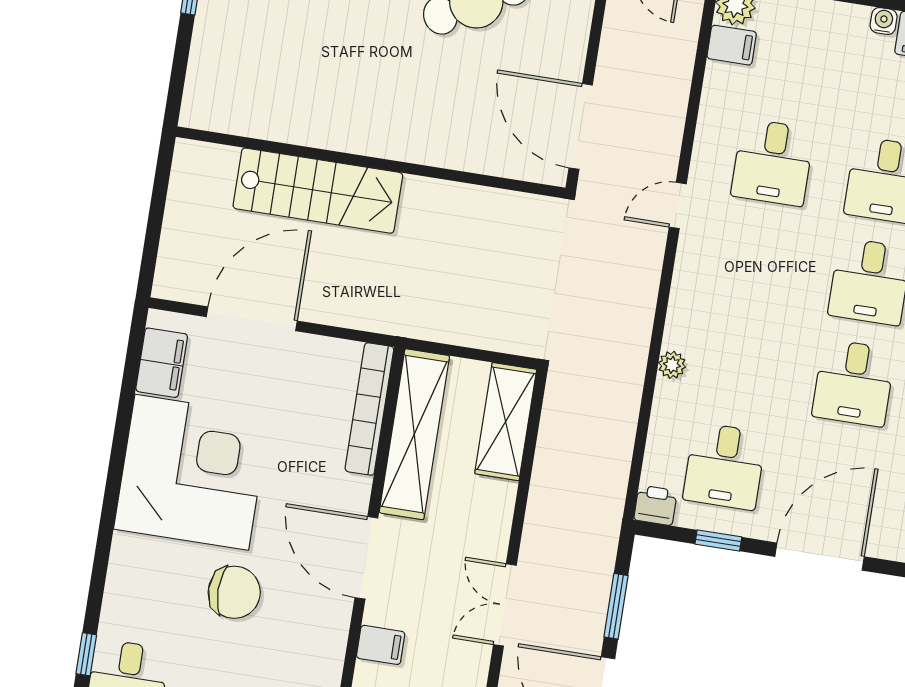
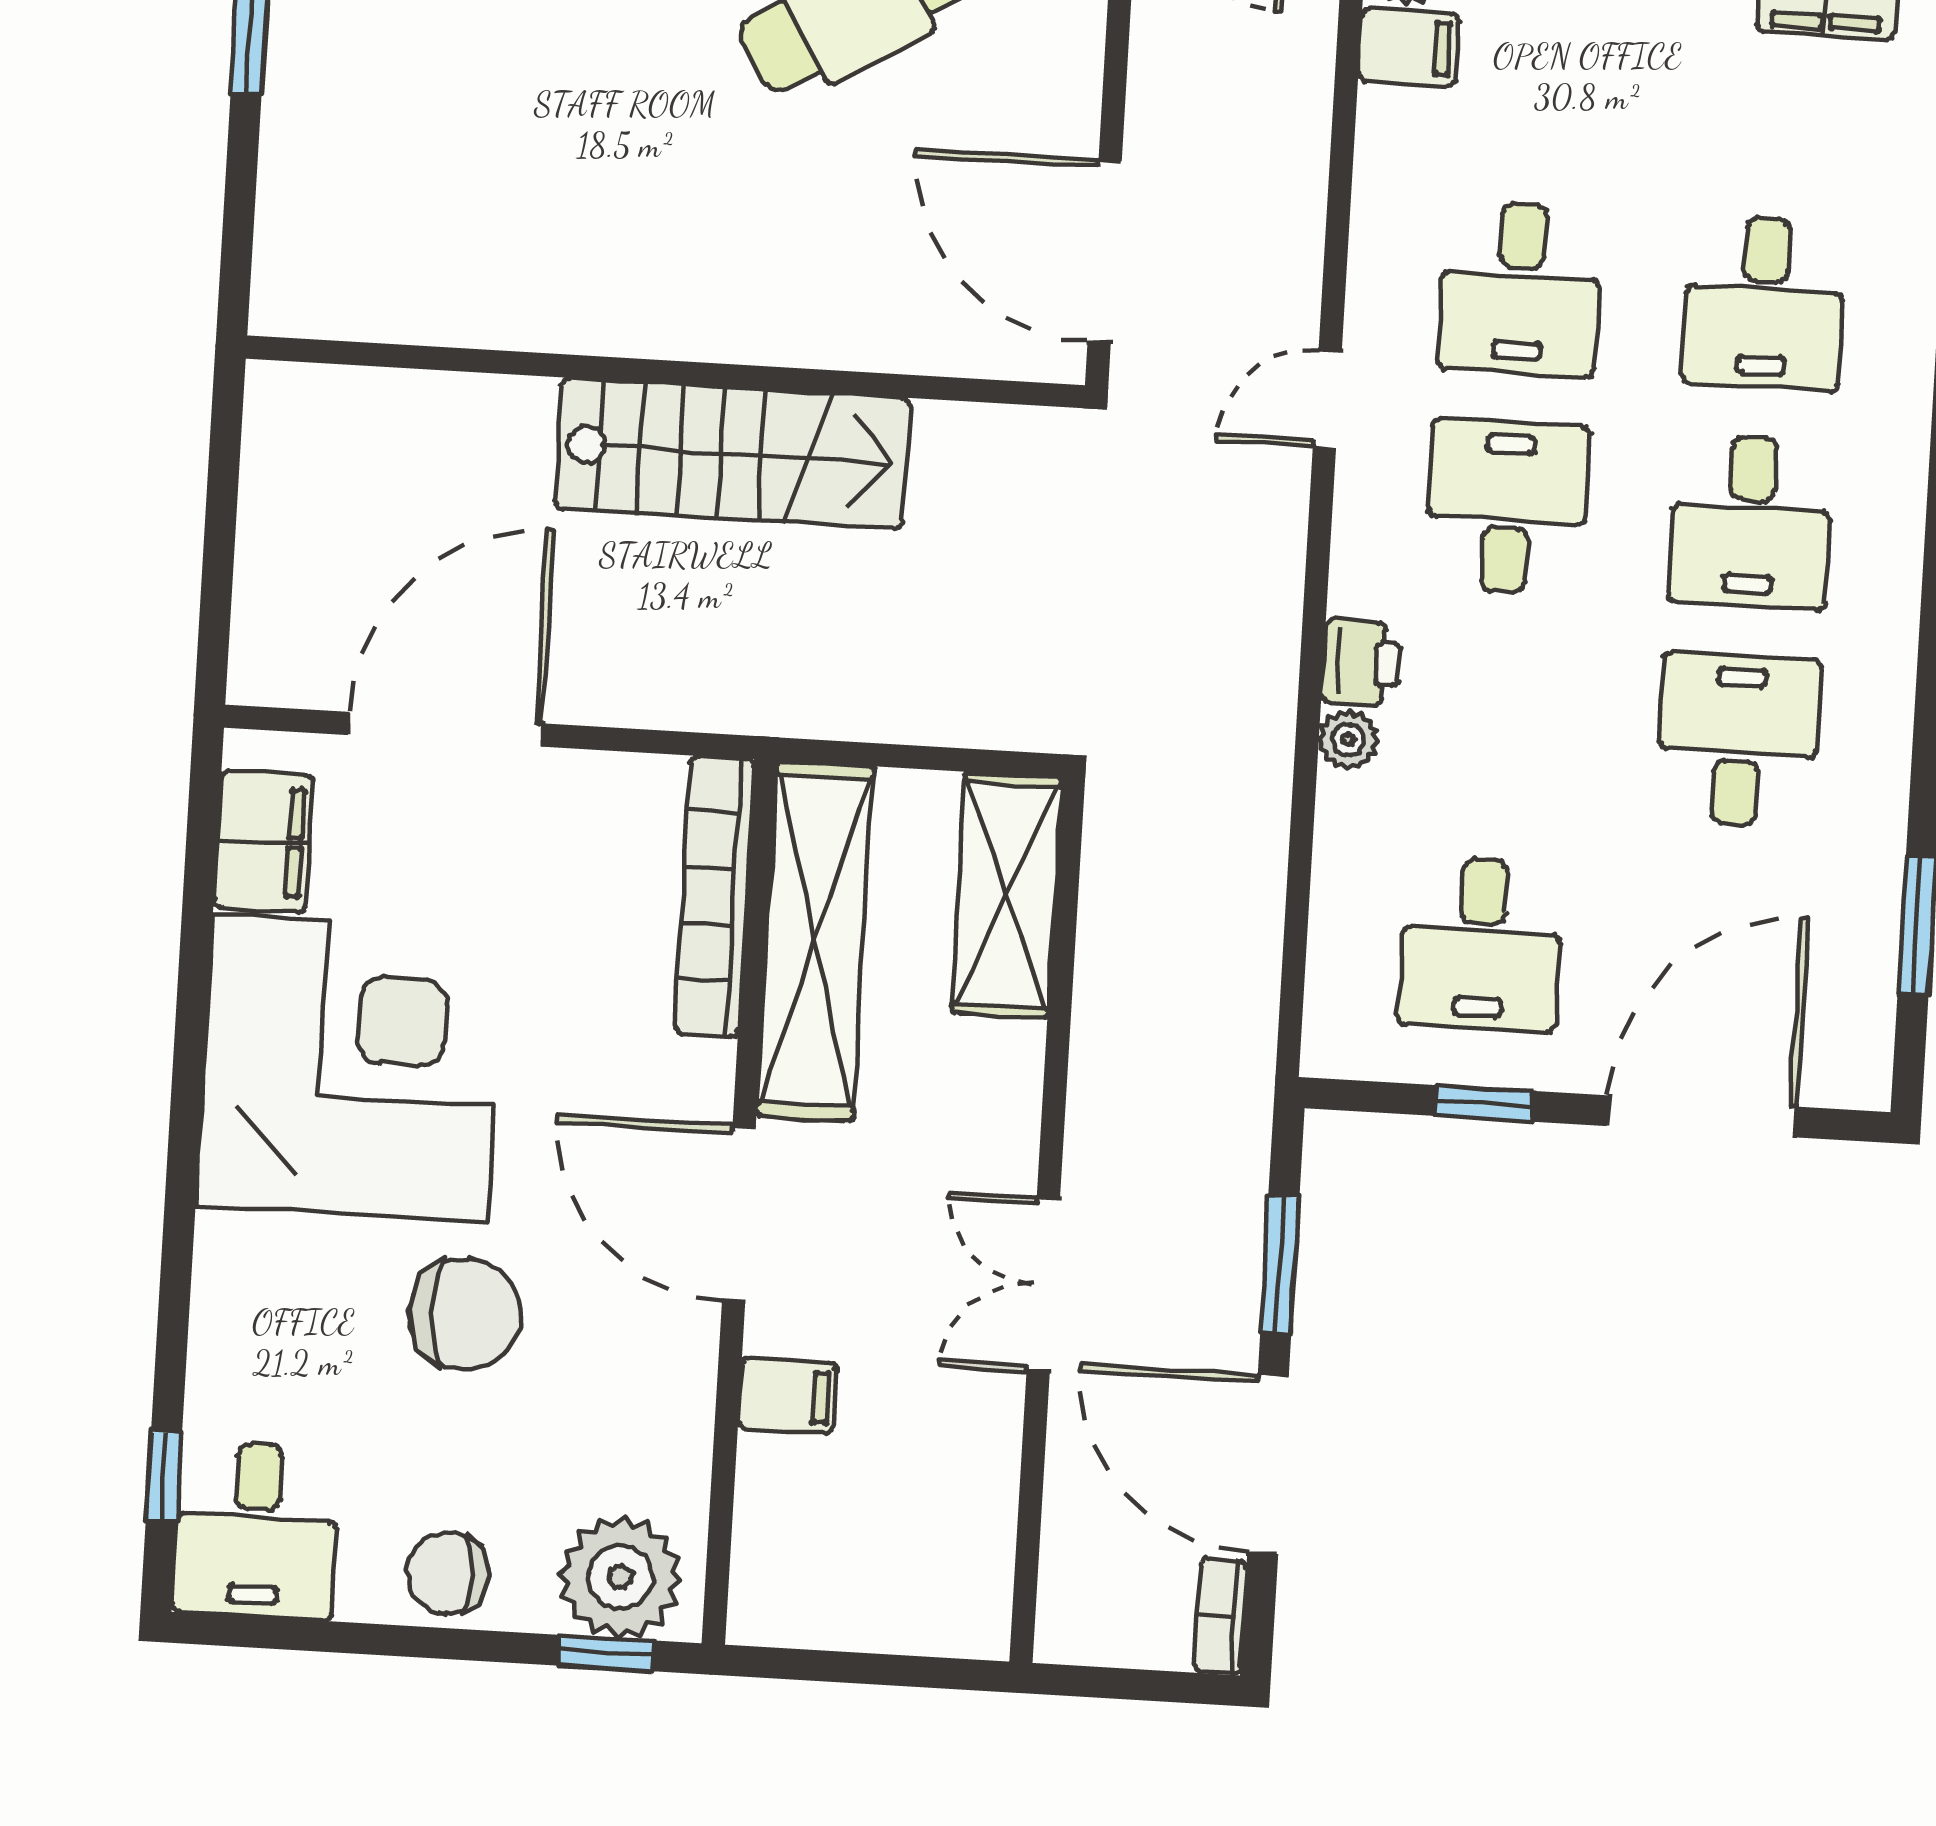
stairs: (318, 191) -> (732, 453), moved
desk: (757, 264) -> (1507, 507), added
desk: (854, 383) -> (1738, 740), turned 180
printer: (655, 505) -> (1361, 663), moved, turned 90

